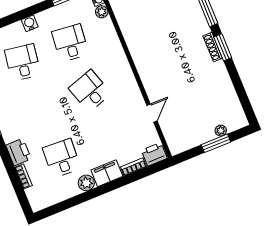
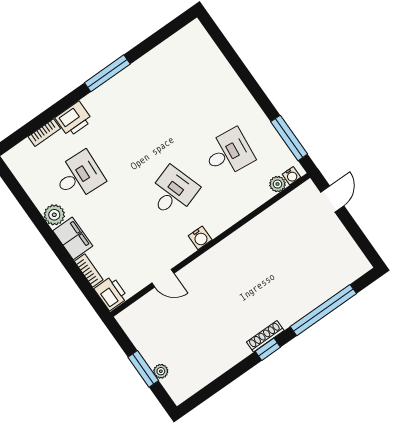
water cooler: (30, 23) -> (200, 238), moved, turned 90
window: (223, 47) -> (268, 349), width x0.67
desk: (23, 62) -> (189, 98), removed

